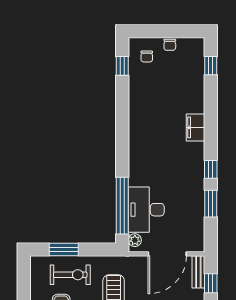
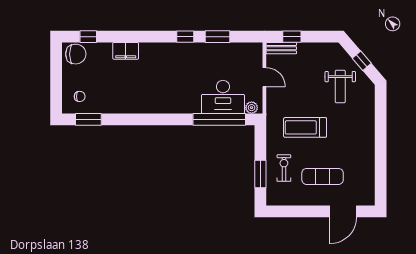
chair: (170, 45) -> (76, 54), moved, width x1.87, depth x1.87
window: (122, 66) -> (88, 119), width x1.50
filing cabinet: (195, 127) -> (126, 51), moved
door: (167, 254) -> (264, 77), width x0.53
exercise bike: (70, 275) -> (284, 168), width x0.73, depth x0.72

